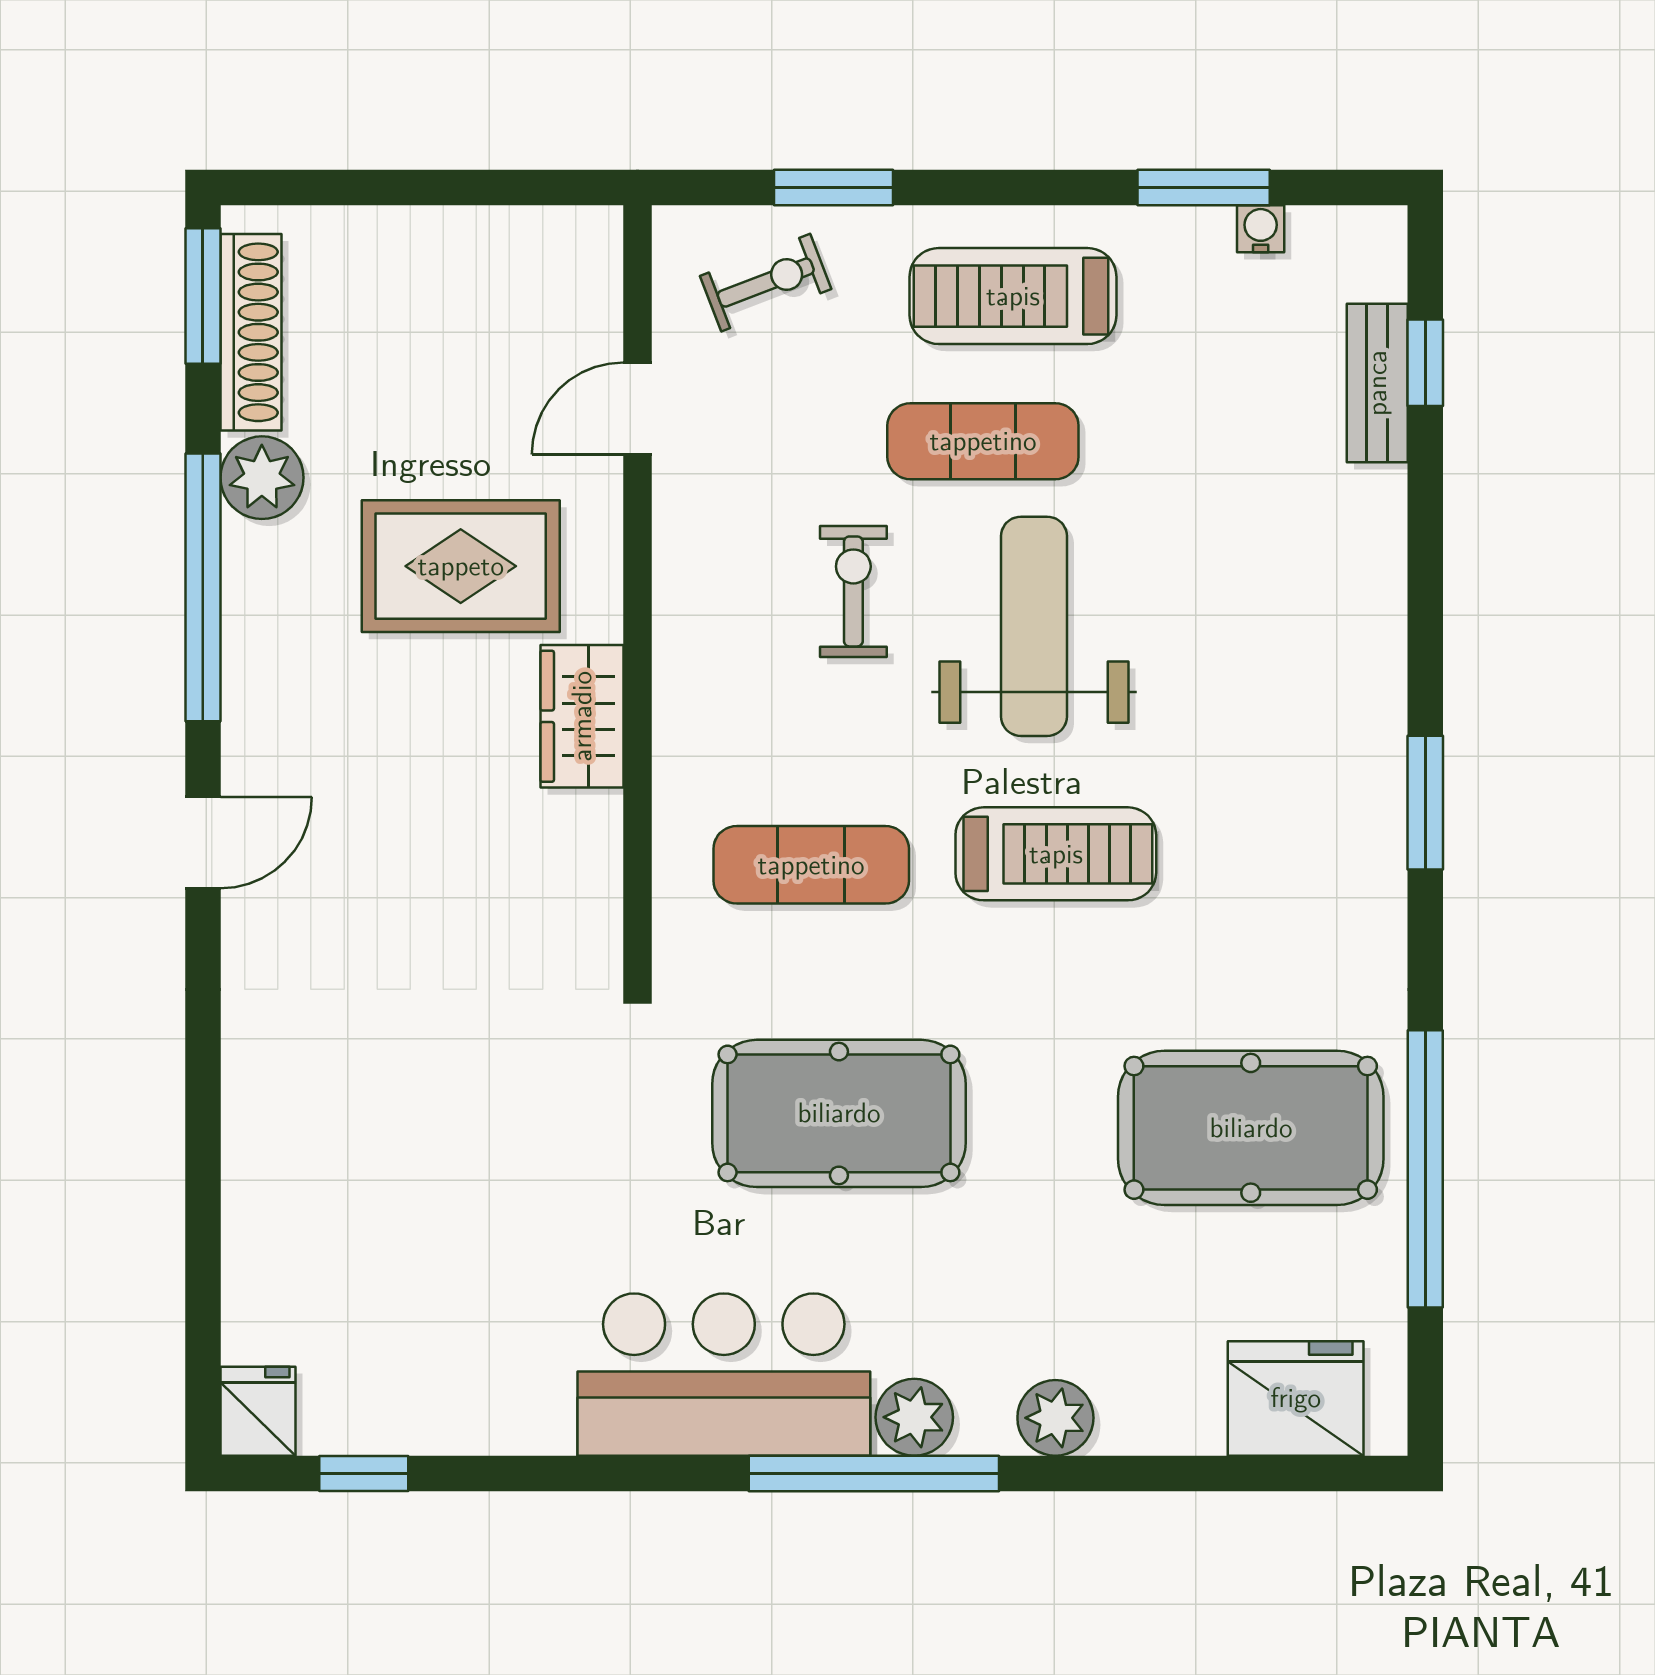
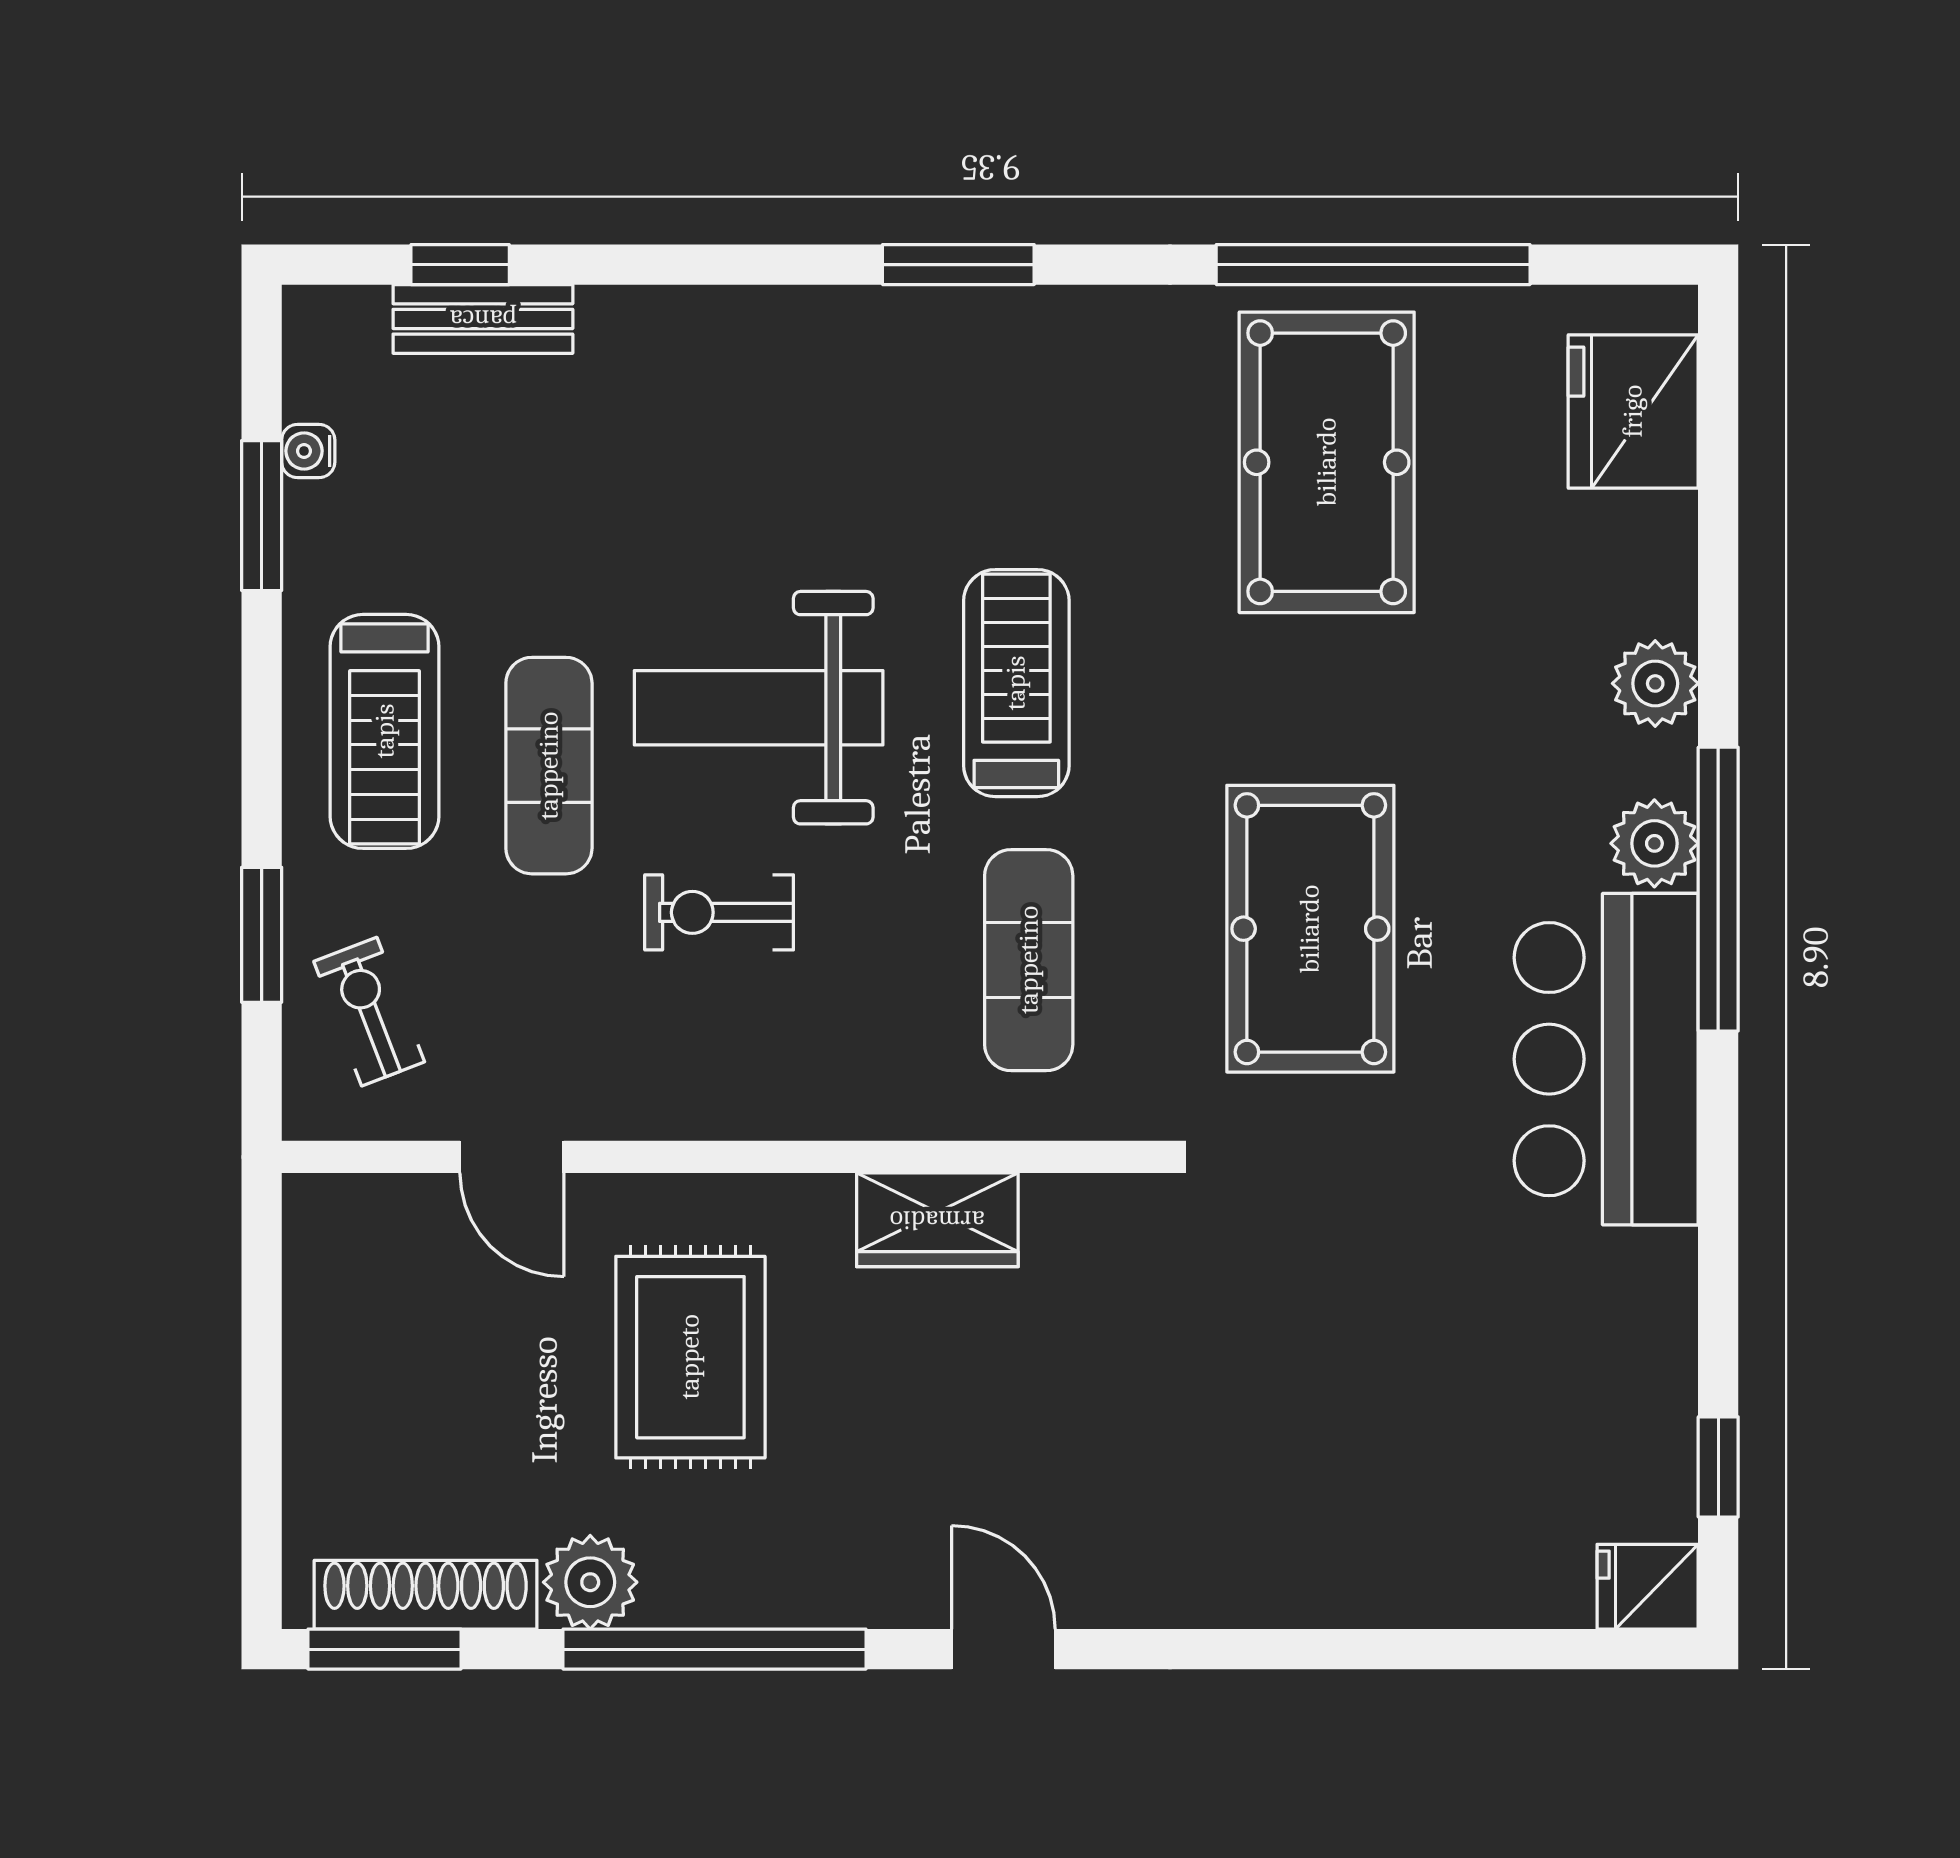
wardrobe: (582, 716) -> (937, 1220), moved

